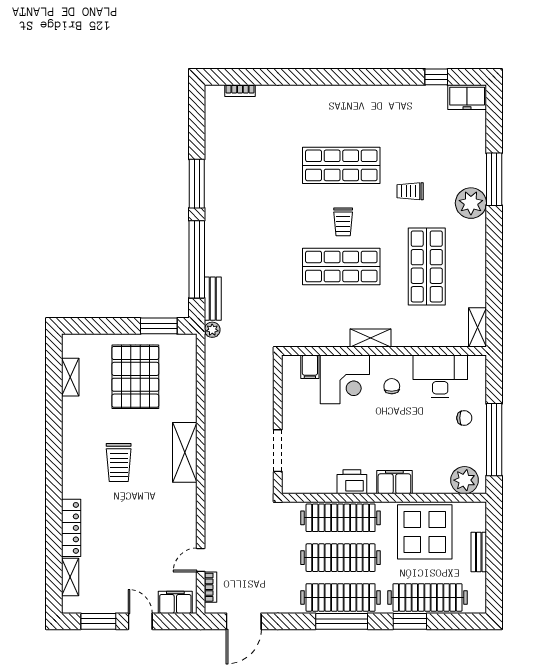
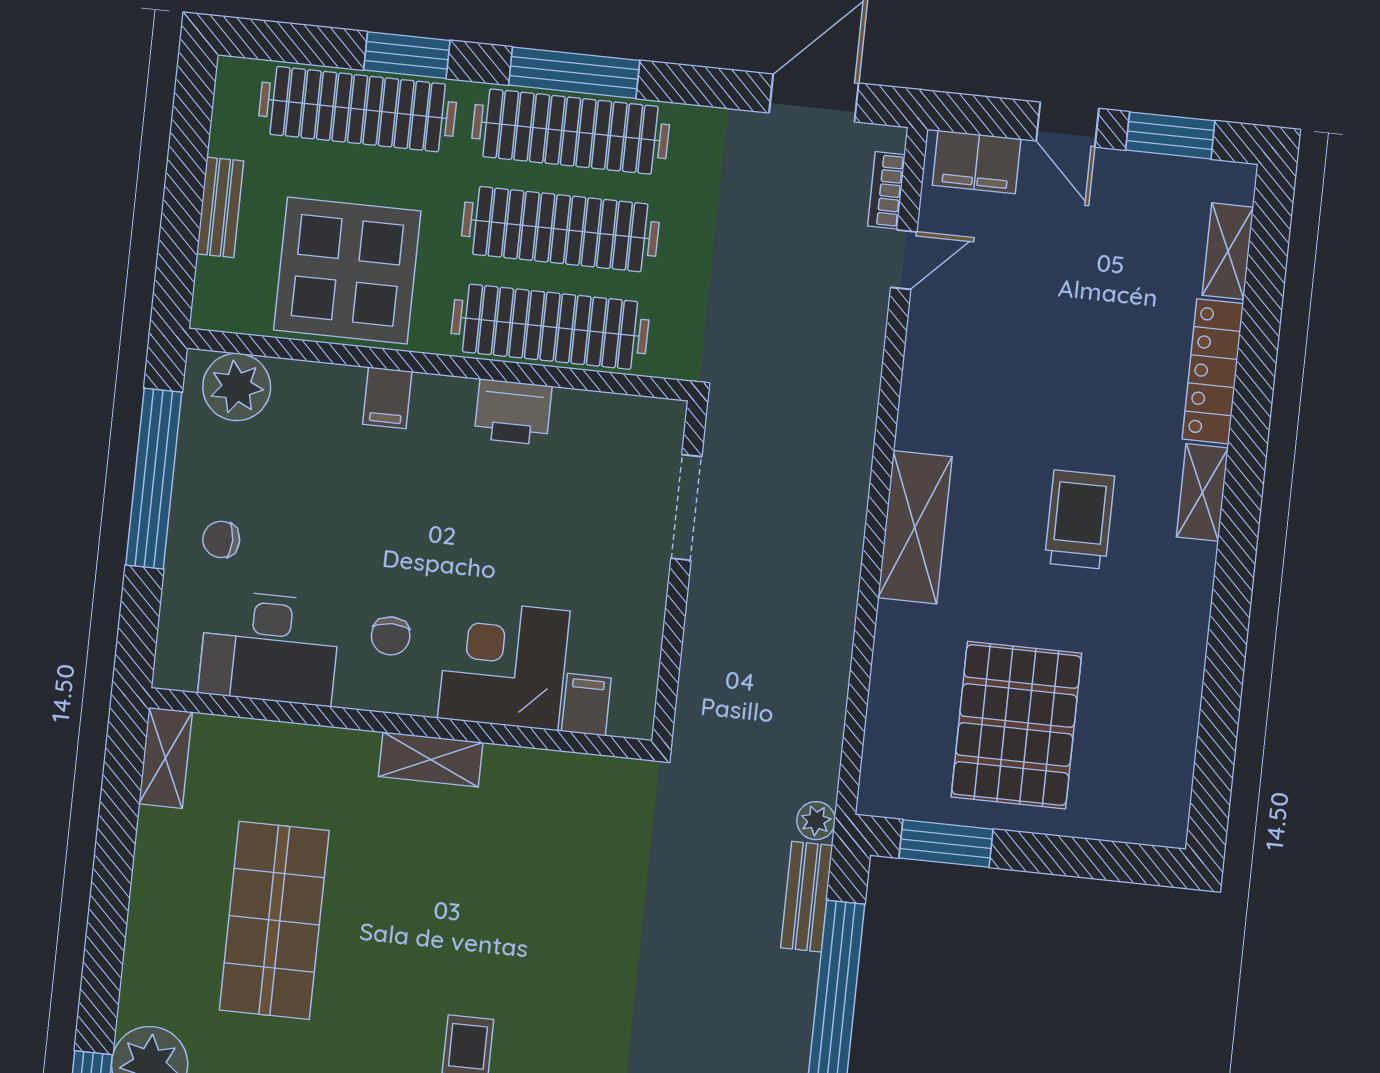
shop shelf: (341, 266) -> (483, 942), removed
shelving: (70, 377) -> (1202, 492), moved
filing cabinet: (394, 482) -> (387, 398), width x0.50

